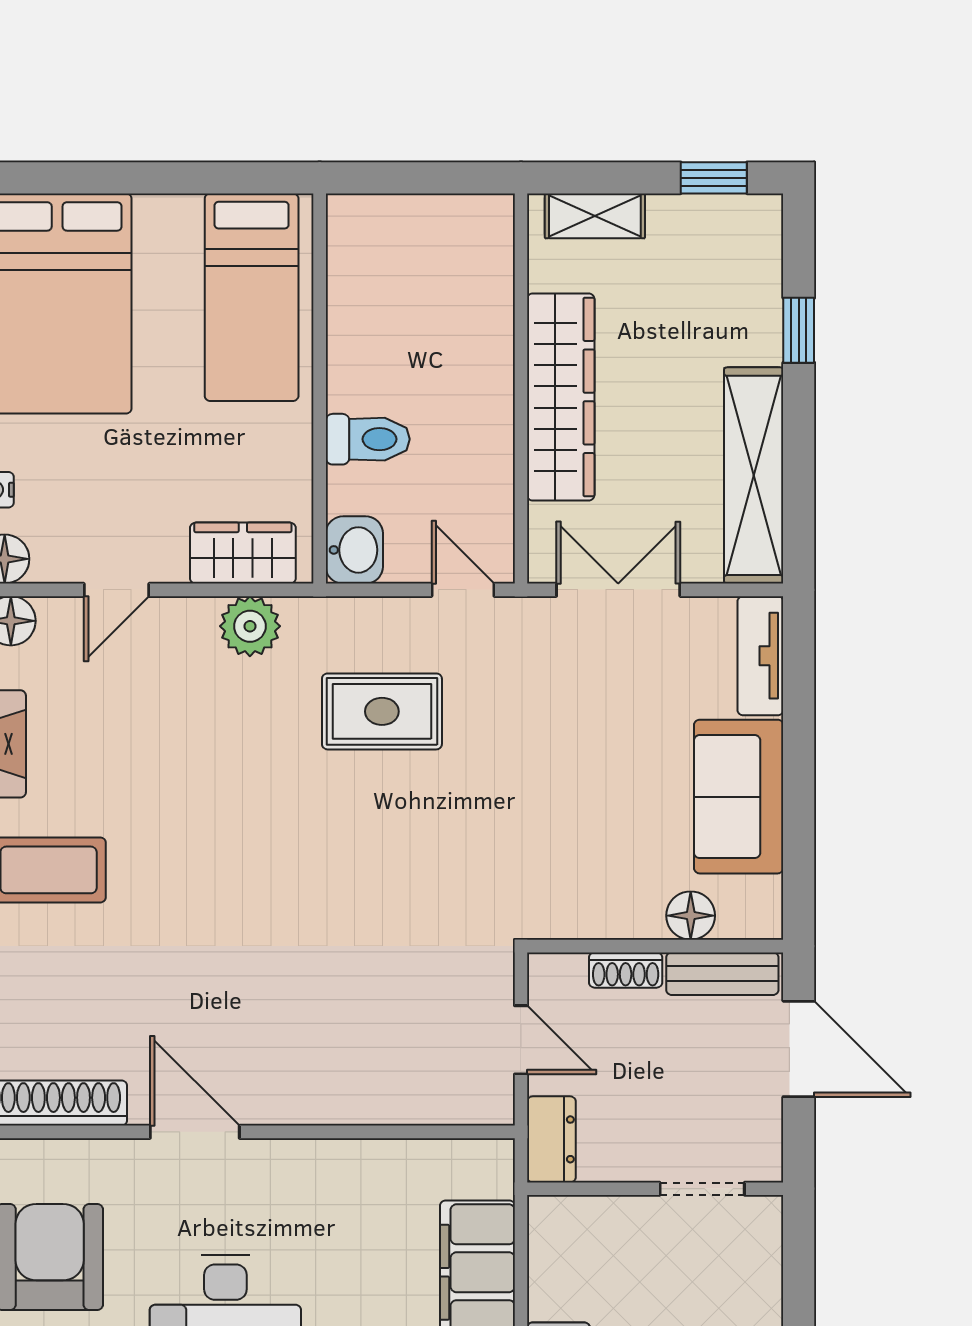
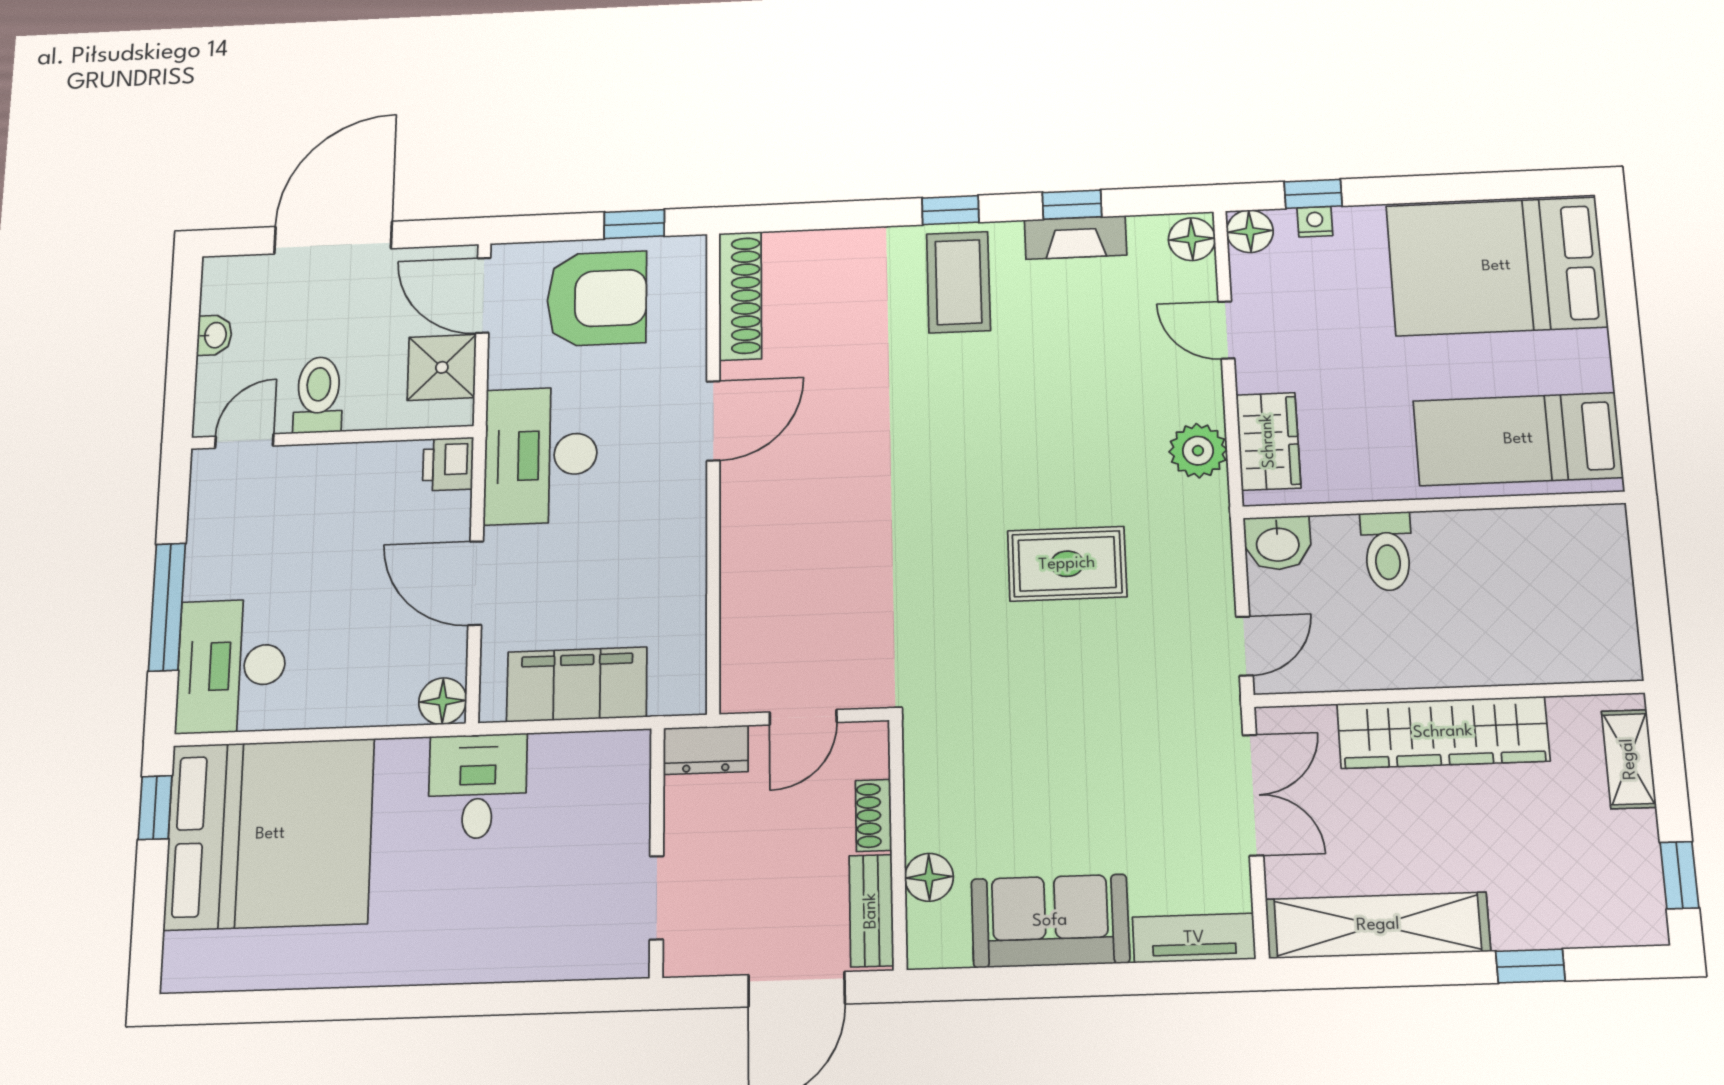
rug: (382, 711) -> (1067, 564), moved, turned 90

